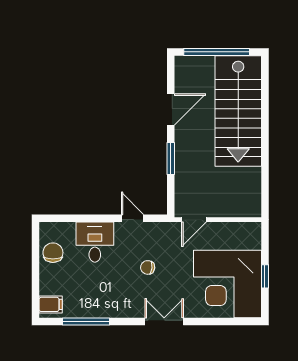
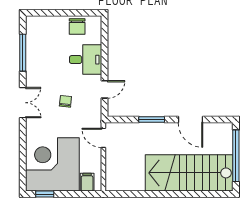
chair: (53, 253) -> (77, 26), turned 90
window: (265, 276) -> (45, 194), moved
filing cabinet: (51, 304) -> (87, 182), moved, turned 180
double door: (164, 322) -> (23, 103), moved

